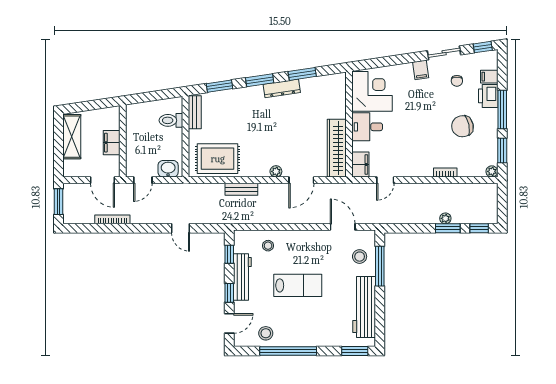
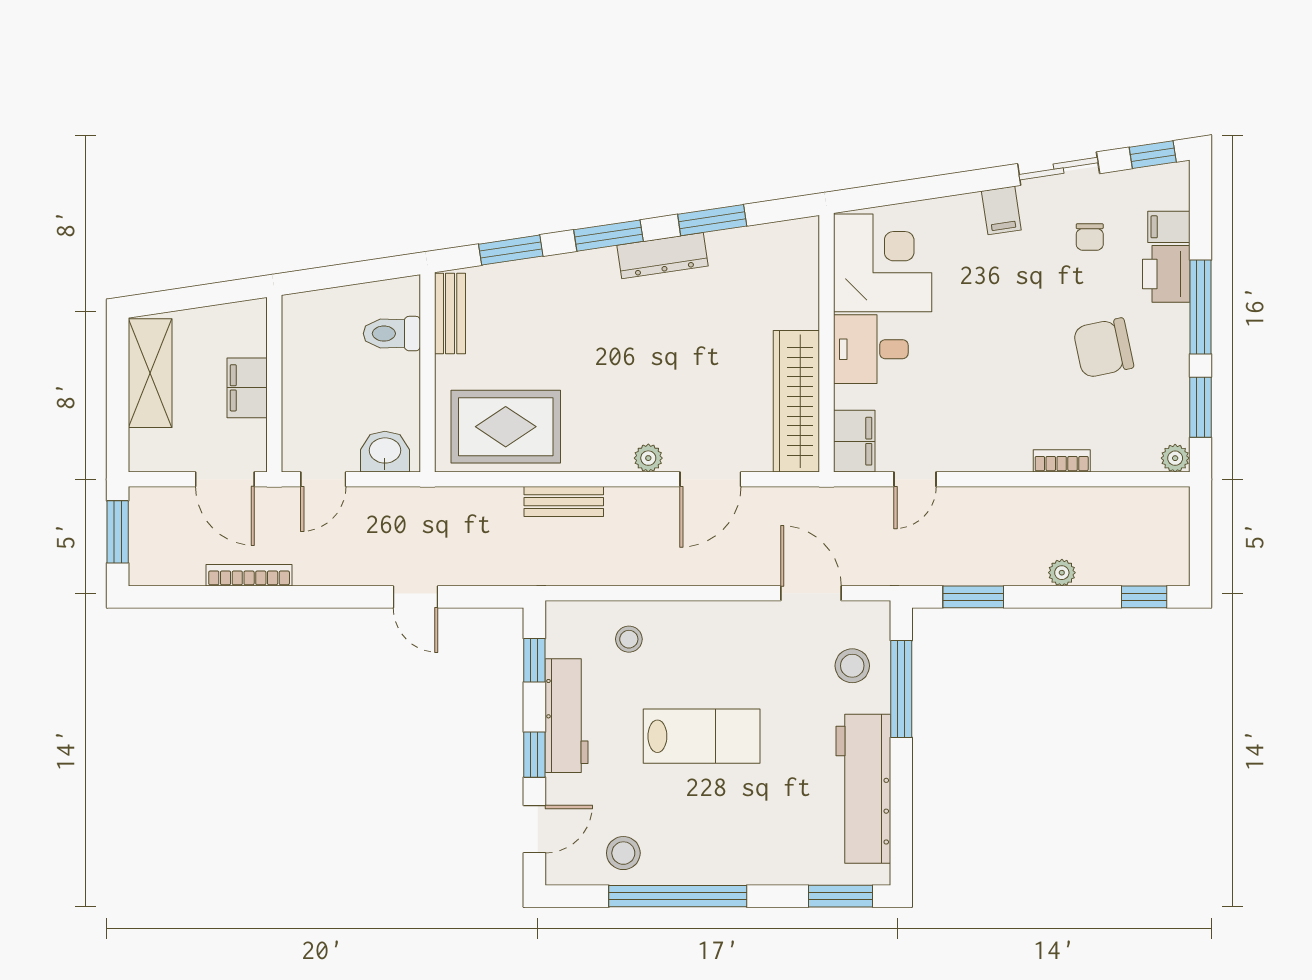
window: (448, 228) -> (973, 597), moved

